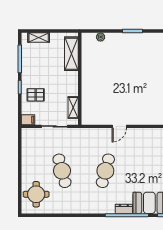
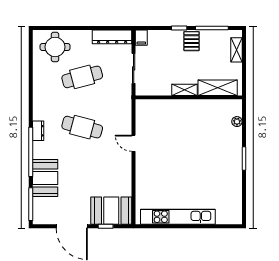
pallet: (36, 95) -> (192, 41), moved
shelving: (73, 108) -> (185, 90), moved
dresser: (27, 145) -> (112, 37), added
dresser: (124, 209) -> (38, 131), moved

